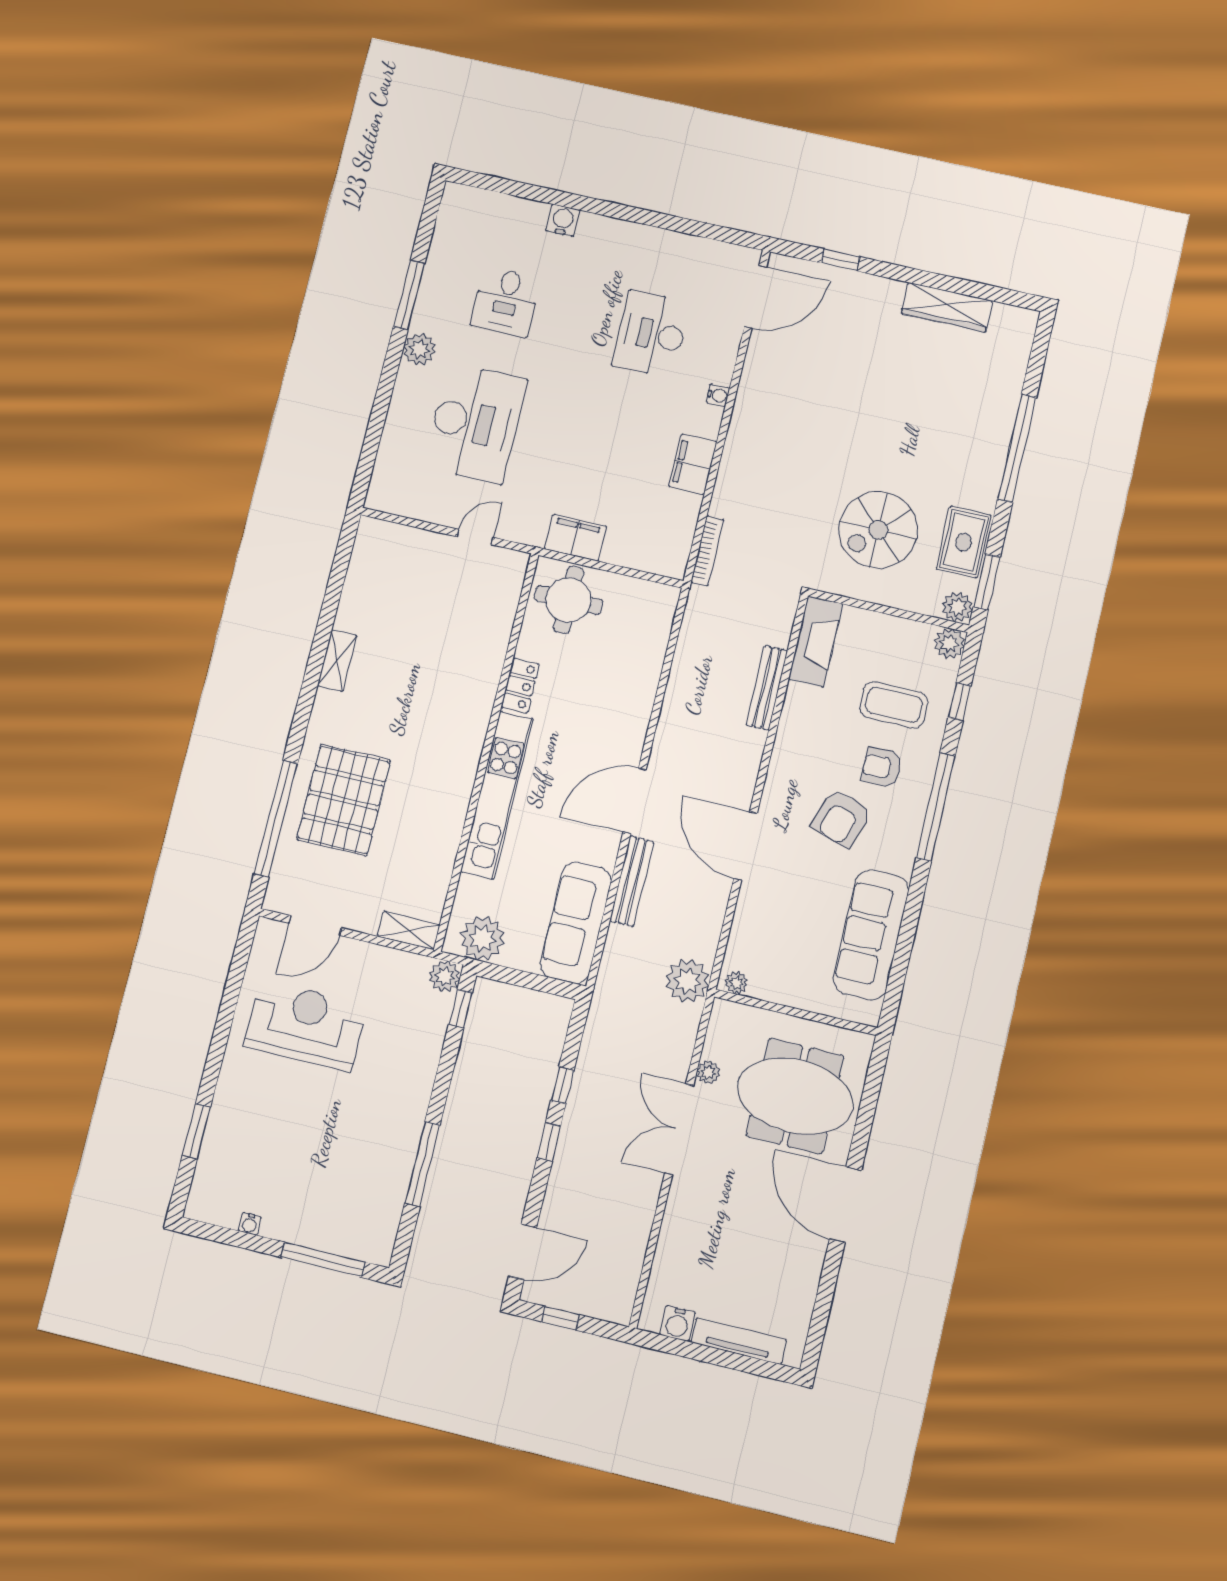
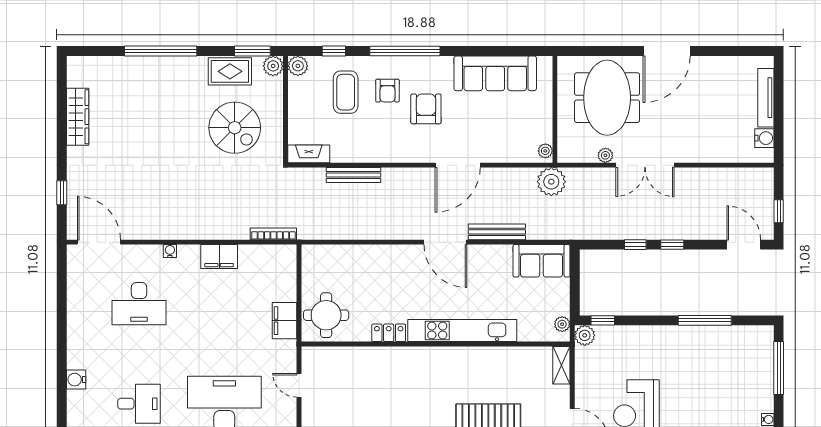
fireplace: (816, 642) -> (309, 154), width x0.73, depth x0.76
armchair: (841, 818) -> (426, 109), turned -108
sofa: (576, 923) -> (542, 261), width x0.73
plant: (483, 938) -> (562, 324), width x0.53, depth x0.53

